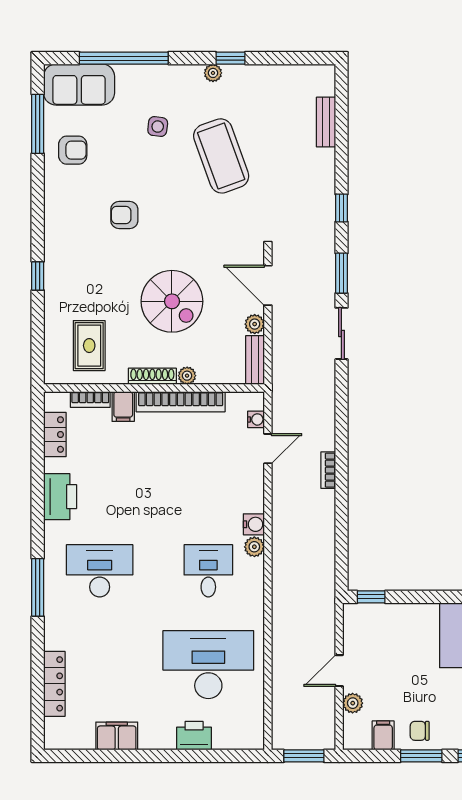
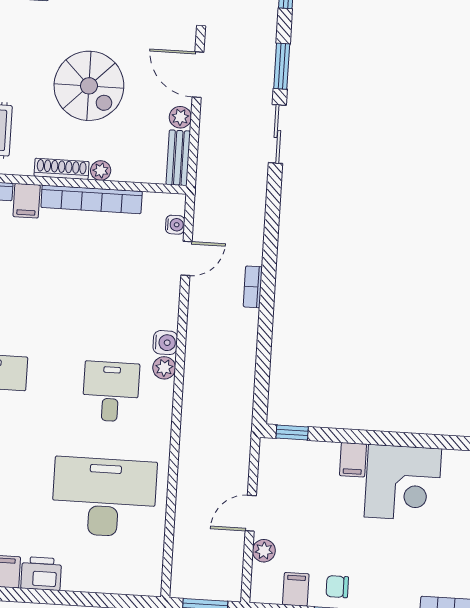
filing cabinet: (426, 618) -> (353, 460), added
printer: (194, 736) -> (41, 574), moved

